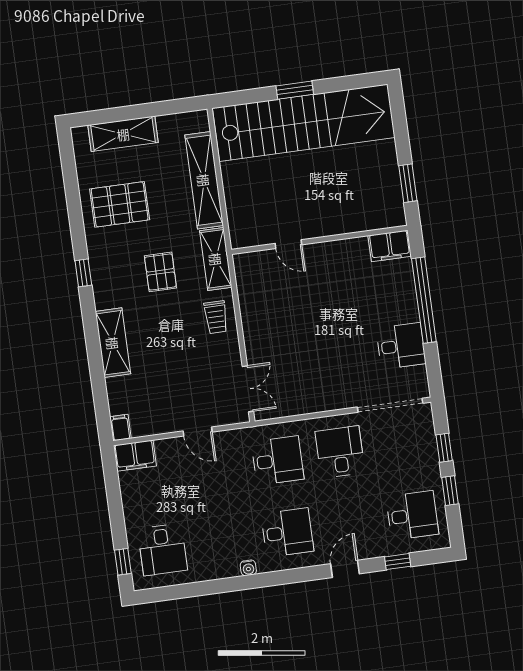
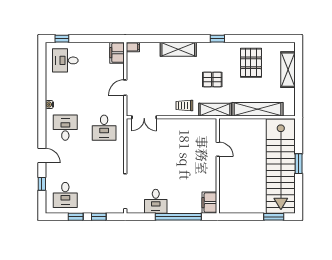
window: (408, 183) -> (274, 217), moved
door: (288, 244) -> (218, 149), swing flipped
desk: (340, 452) -> (104, 161), removed
desk: (287, 532) -> (65, 128), turned 180

